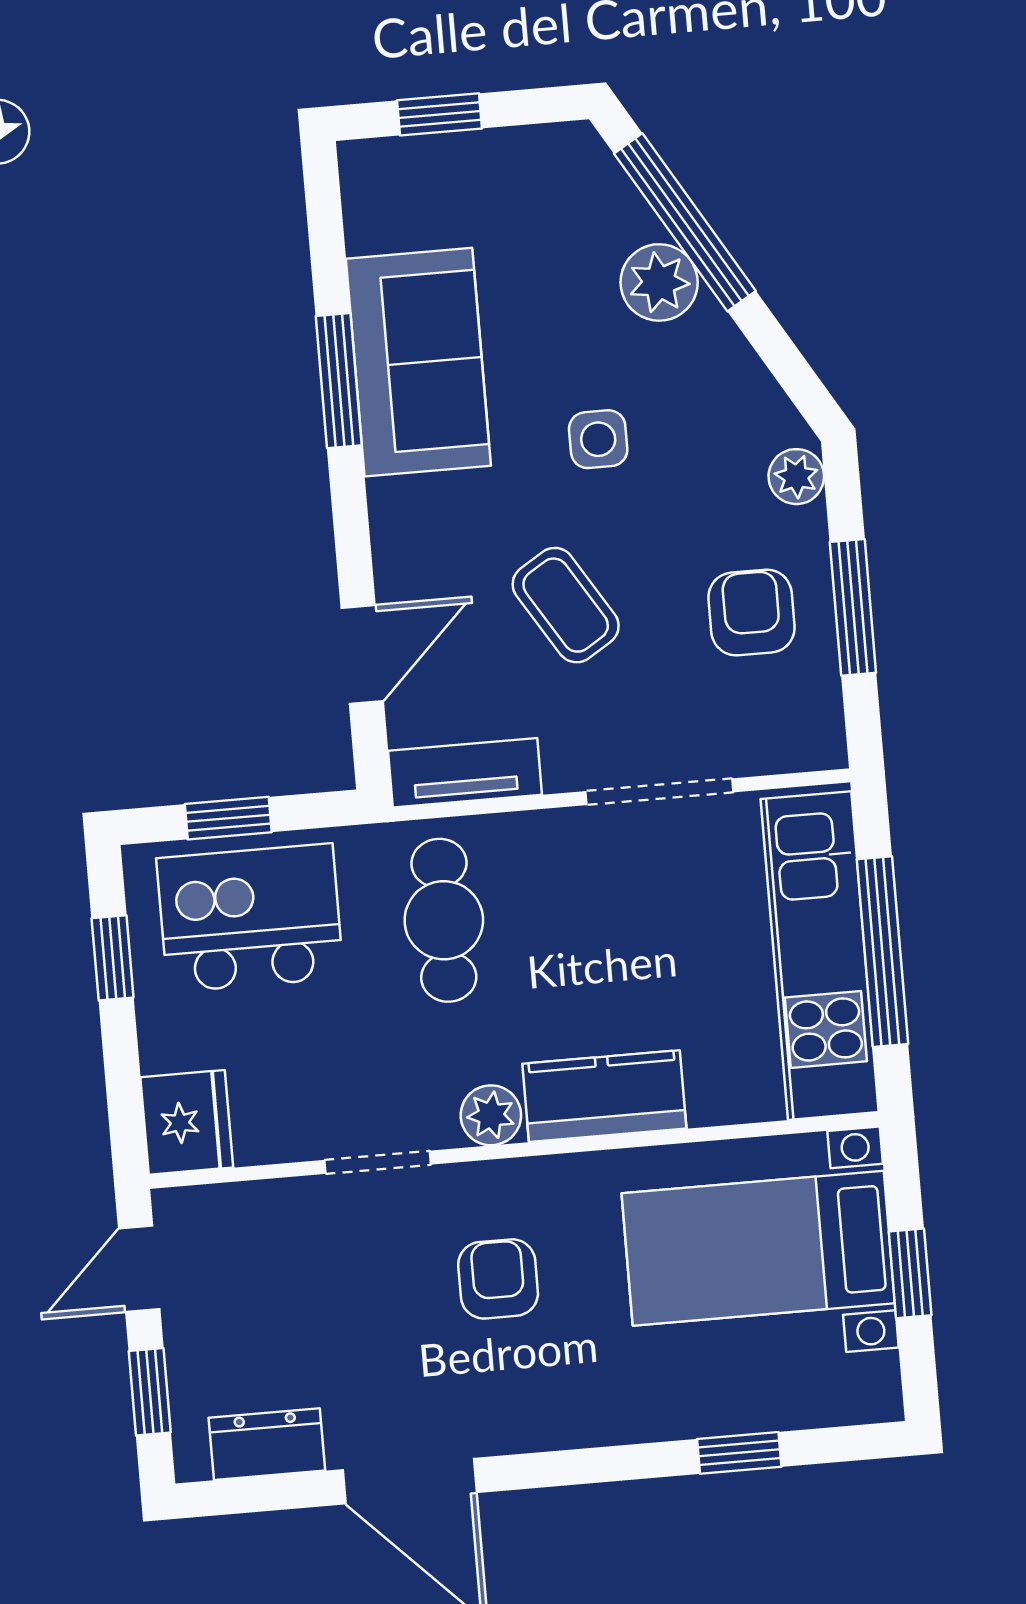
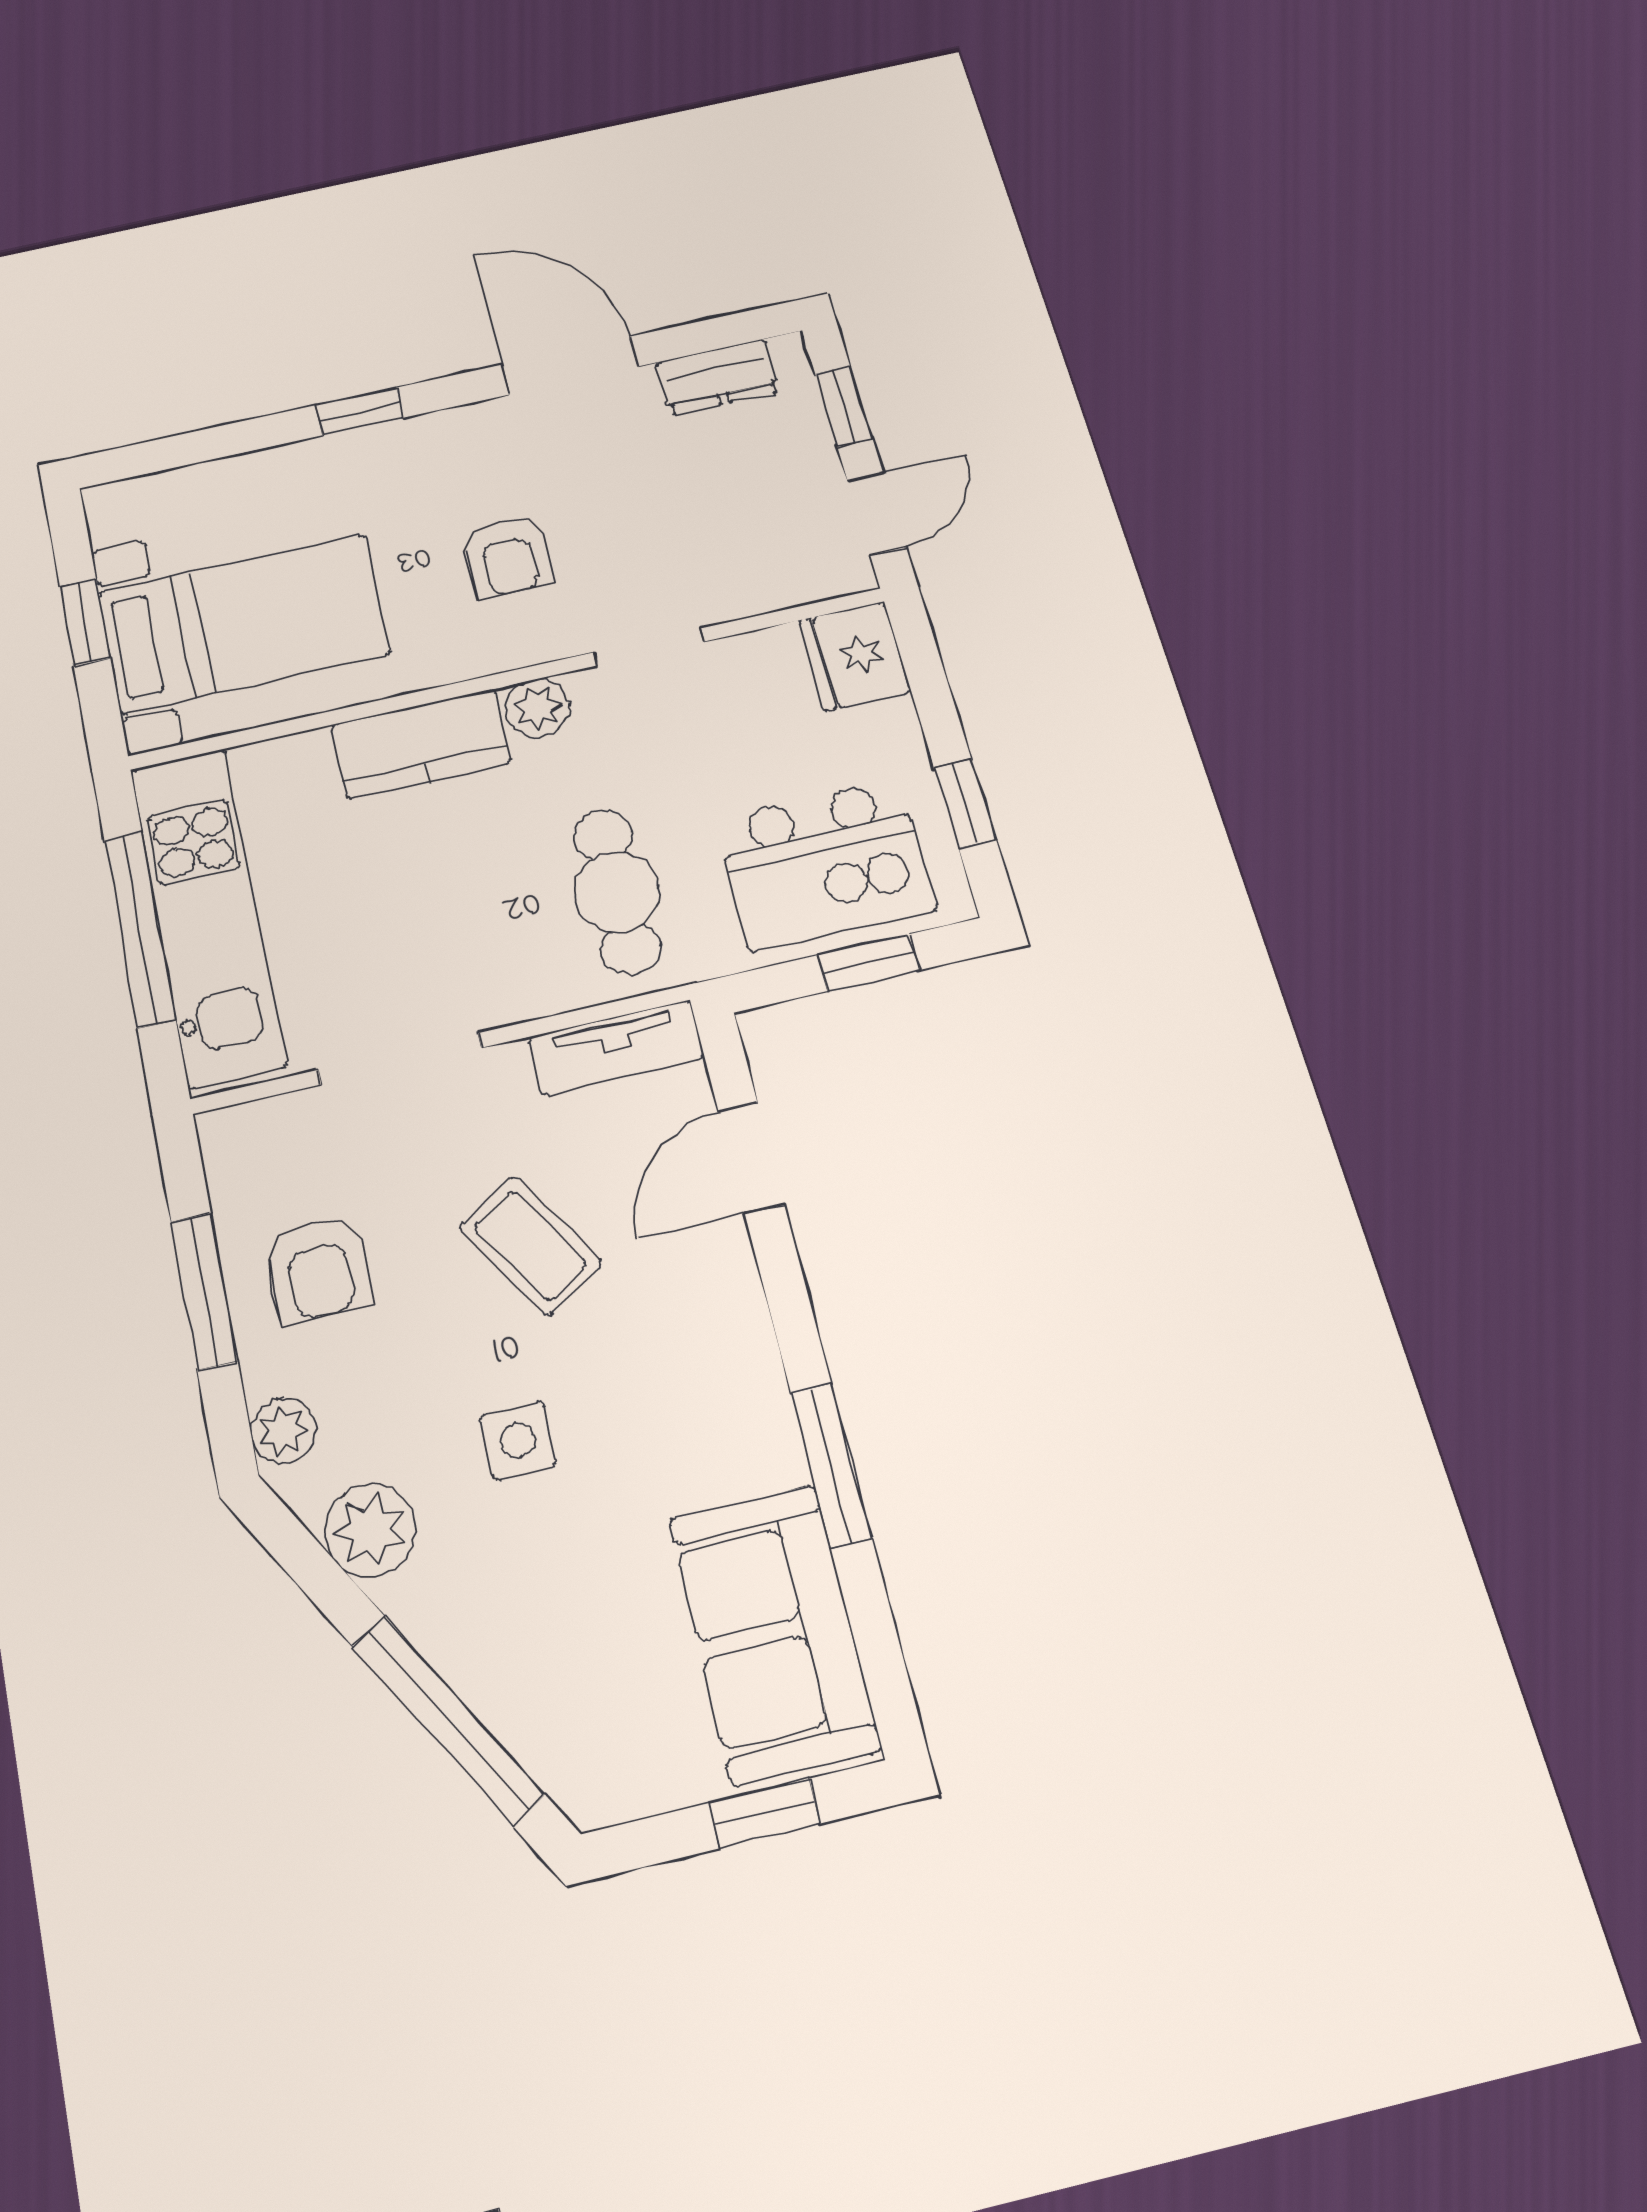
plant: (659, 282) -> (370, 1530), moved
sofa: (418, 362) -> (774, 1633), moved
window: (739, 1453) -> (360, 411), moved

